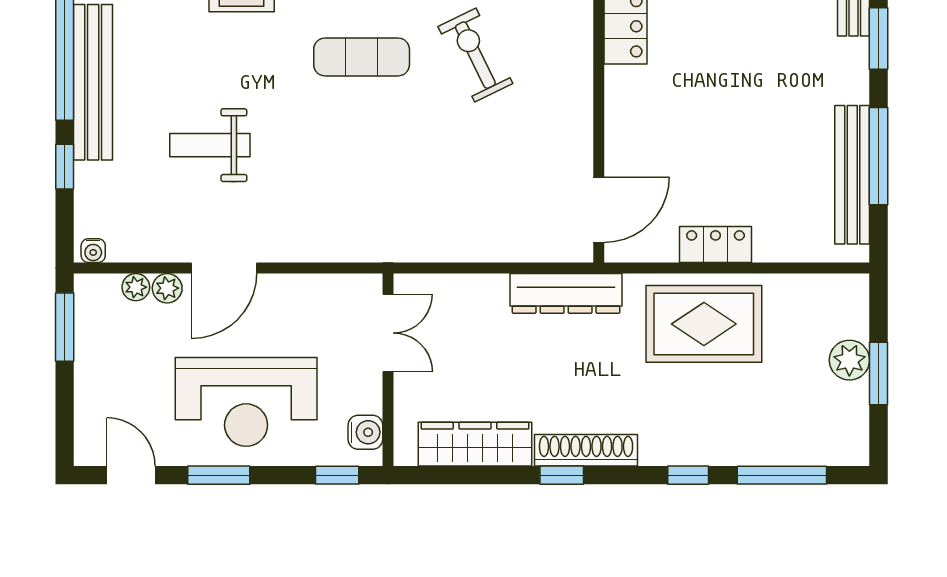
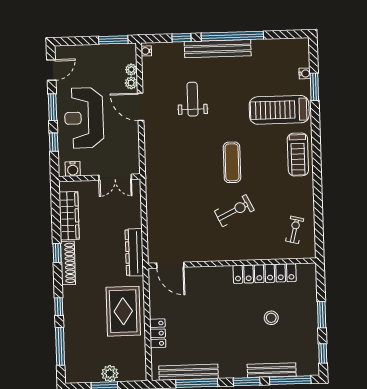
locker: (716, 244) -> (158, 333), moved
window: (337, 475) -> (54, 142), moved

